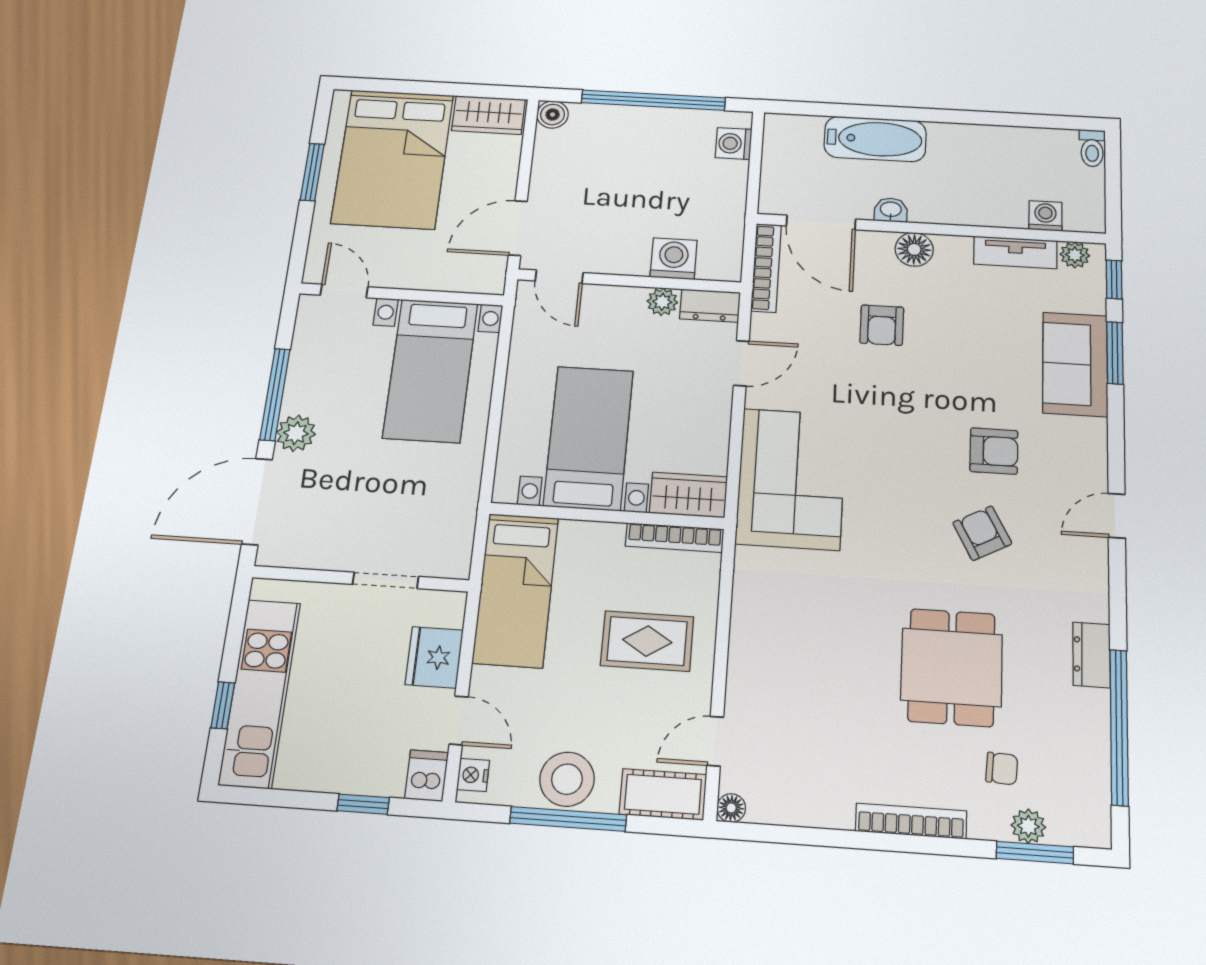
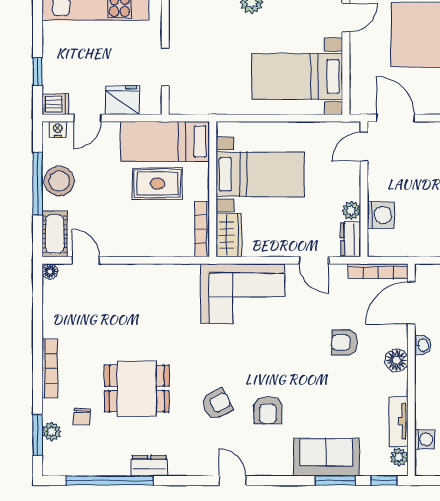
rug: (647, 641) -> (157, 184), moved, turned 90

